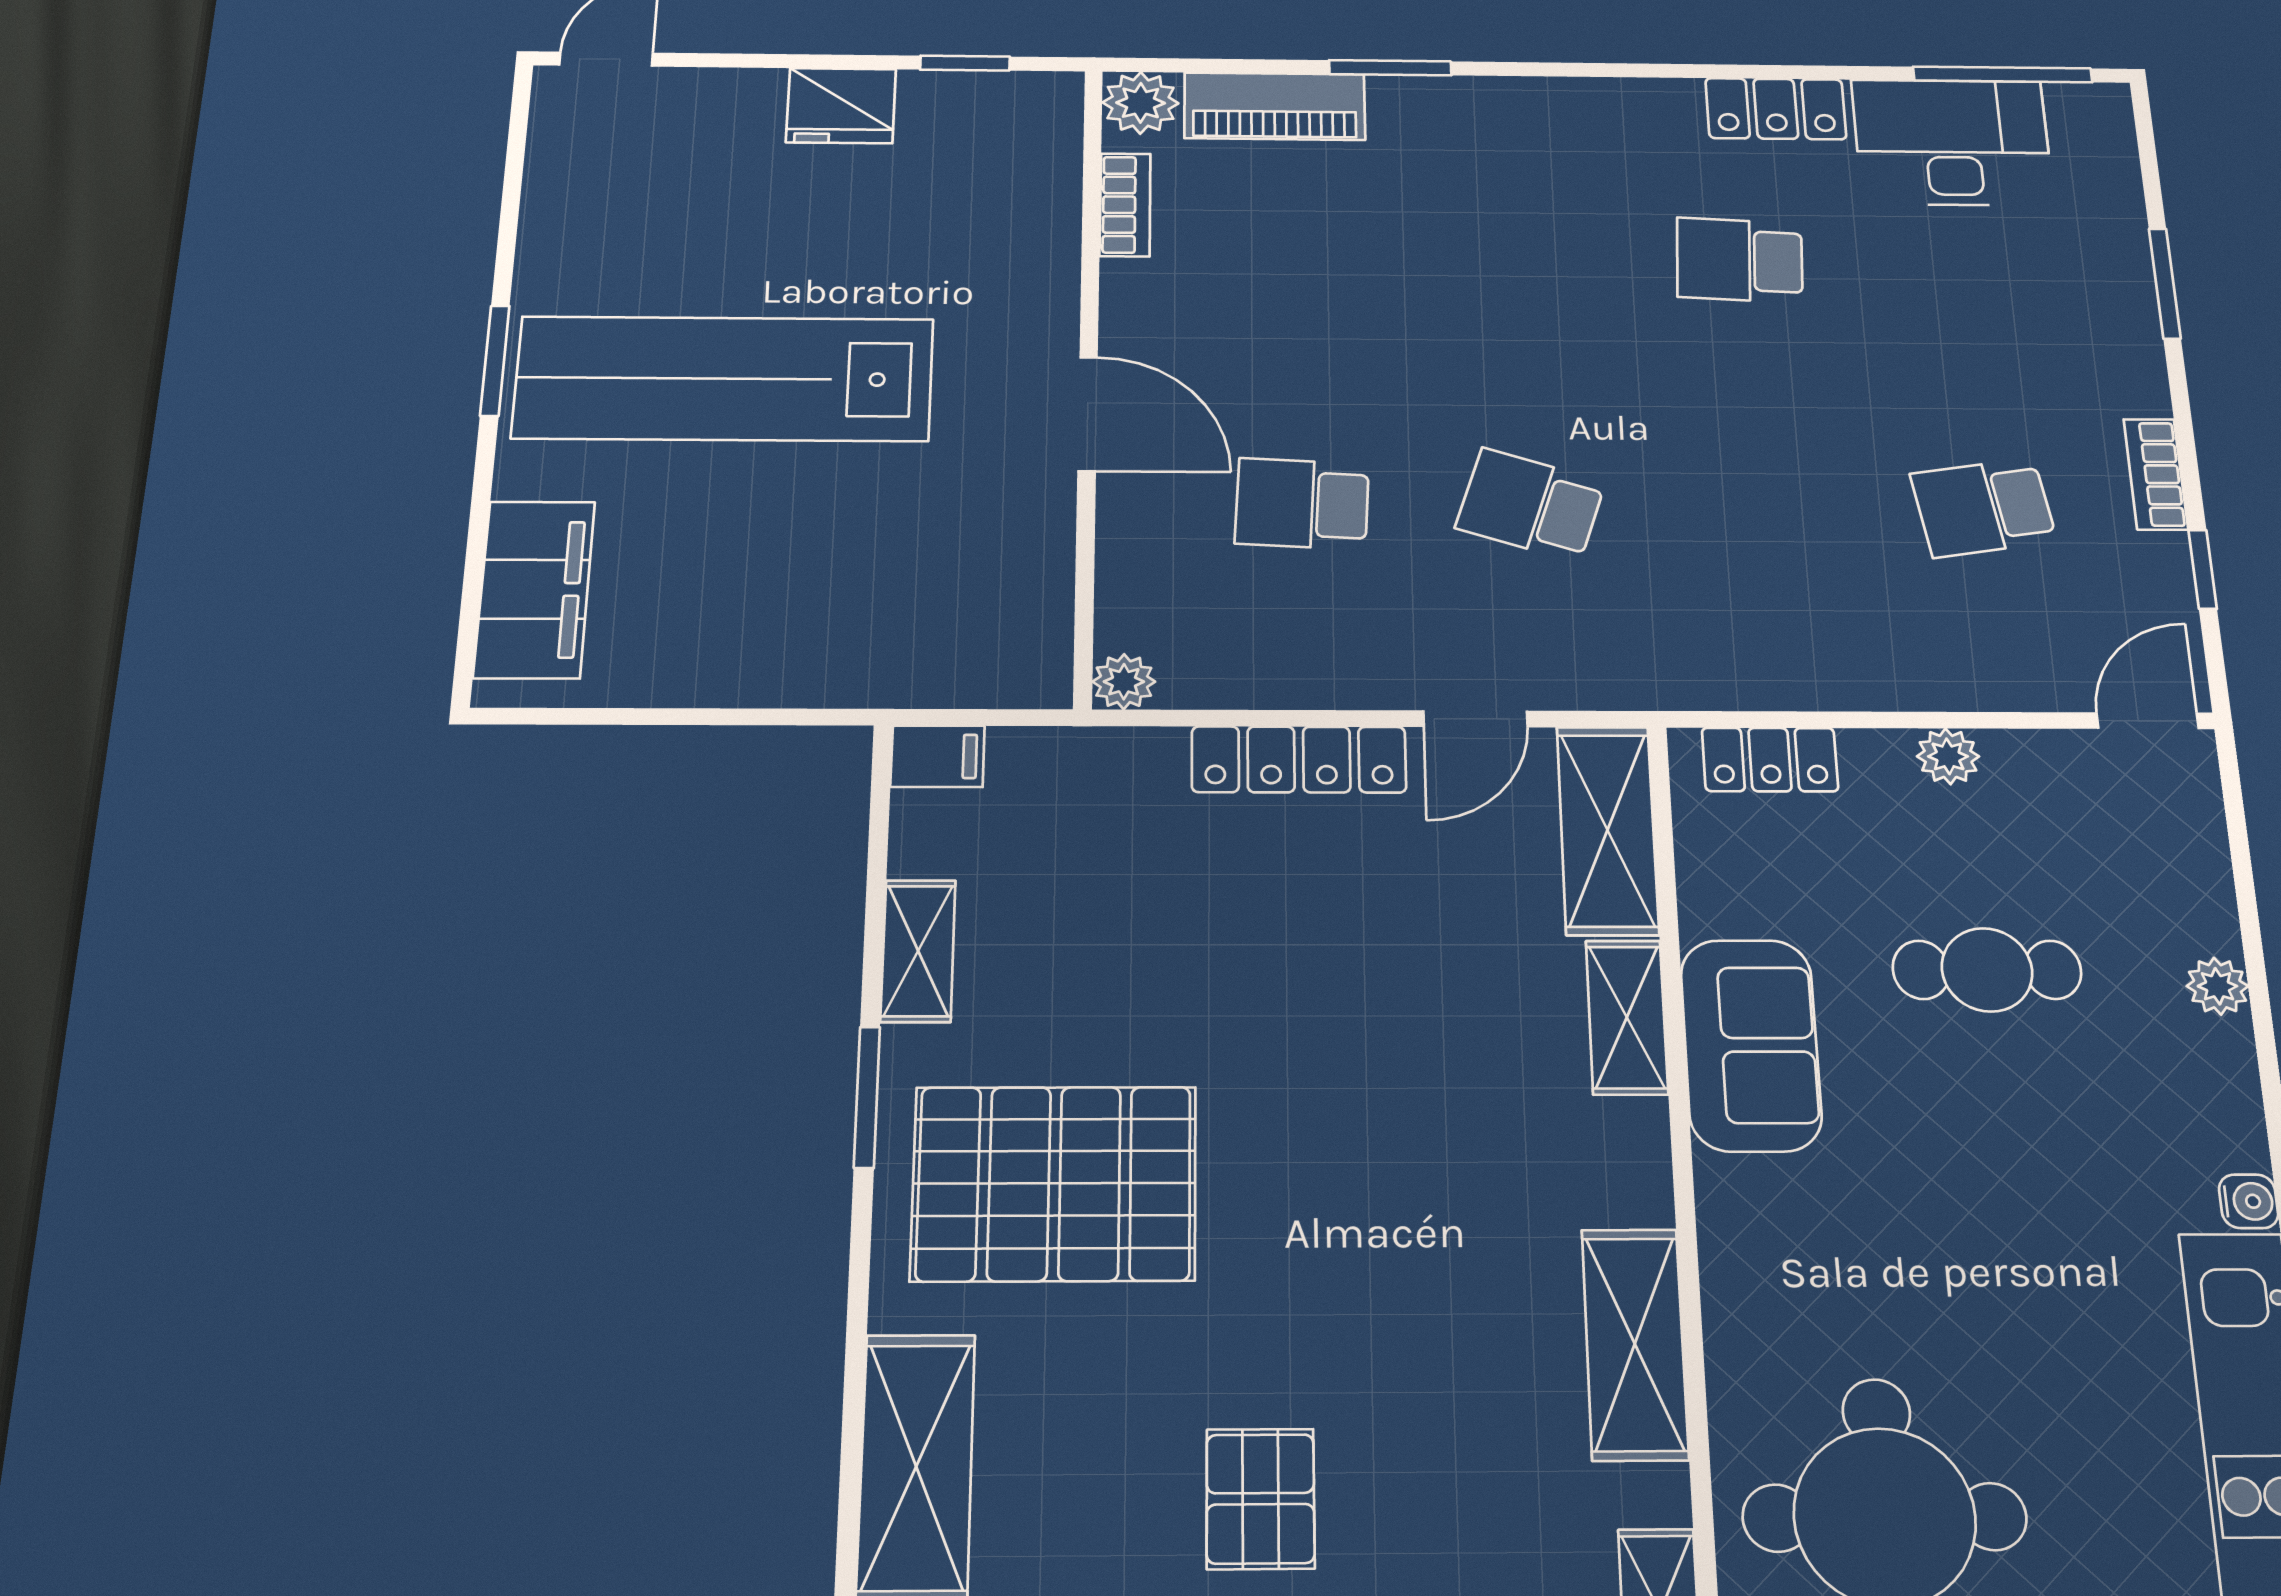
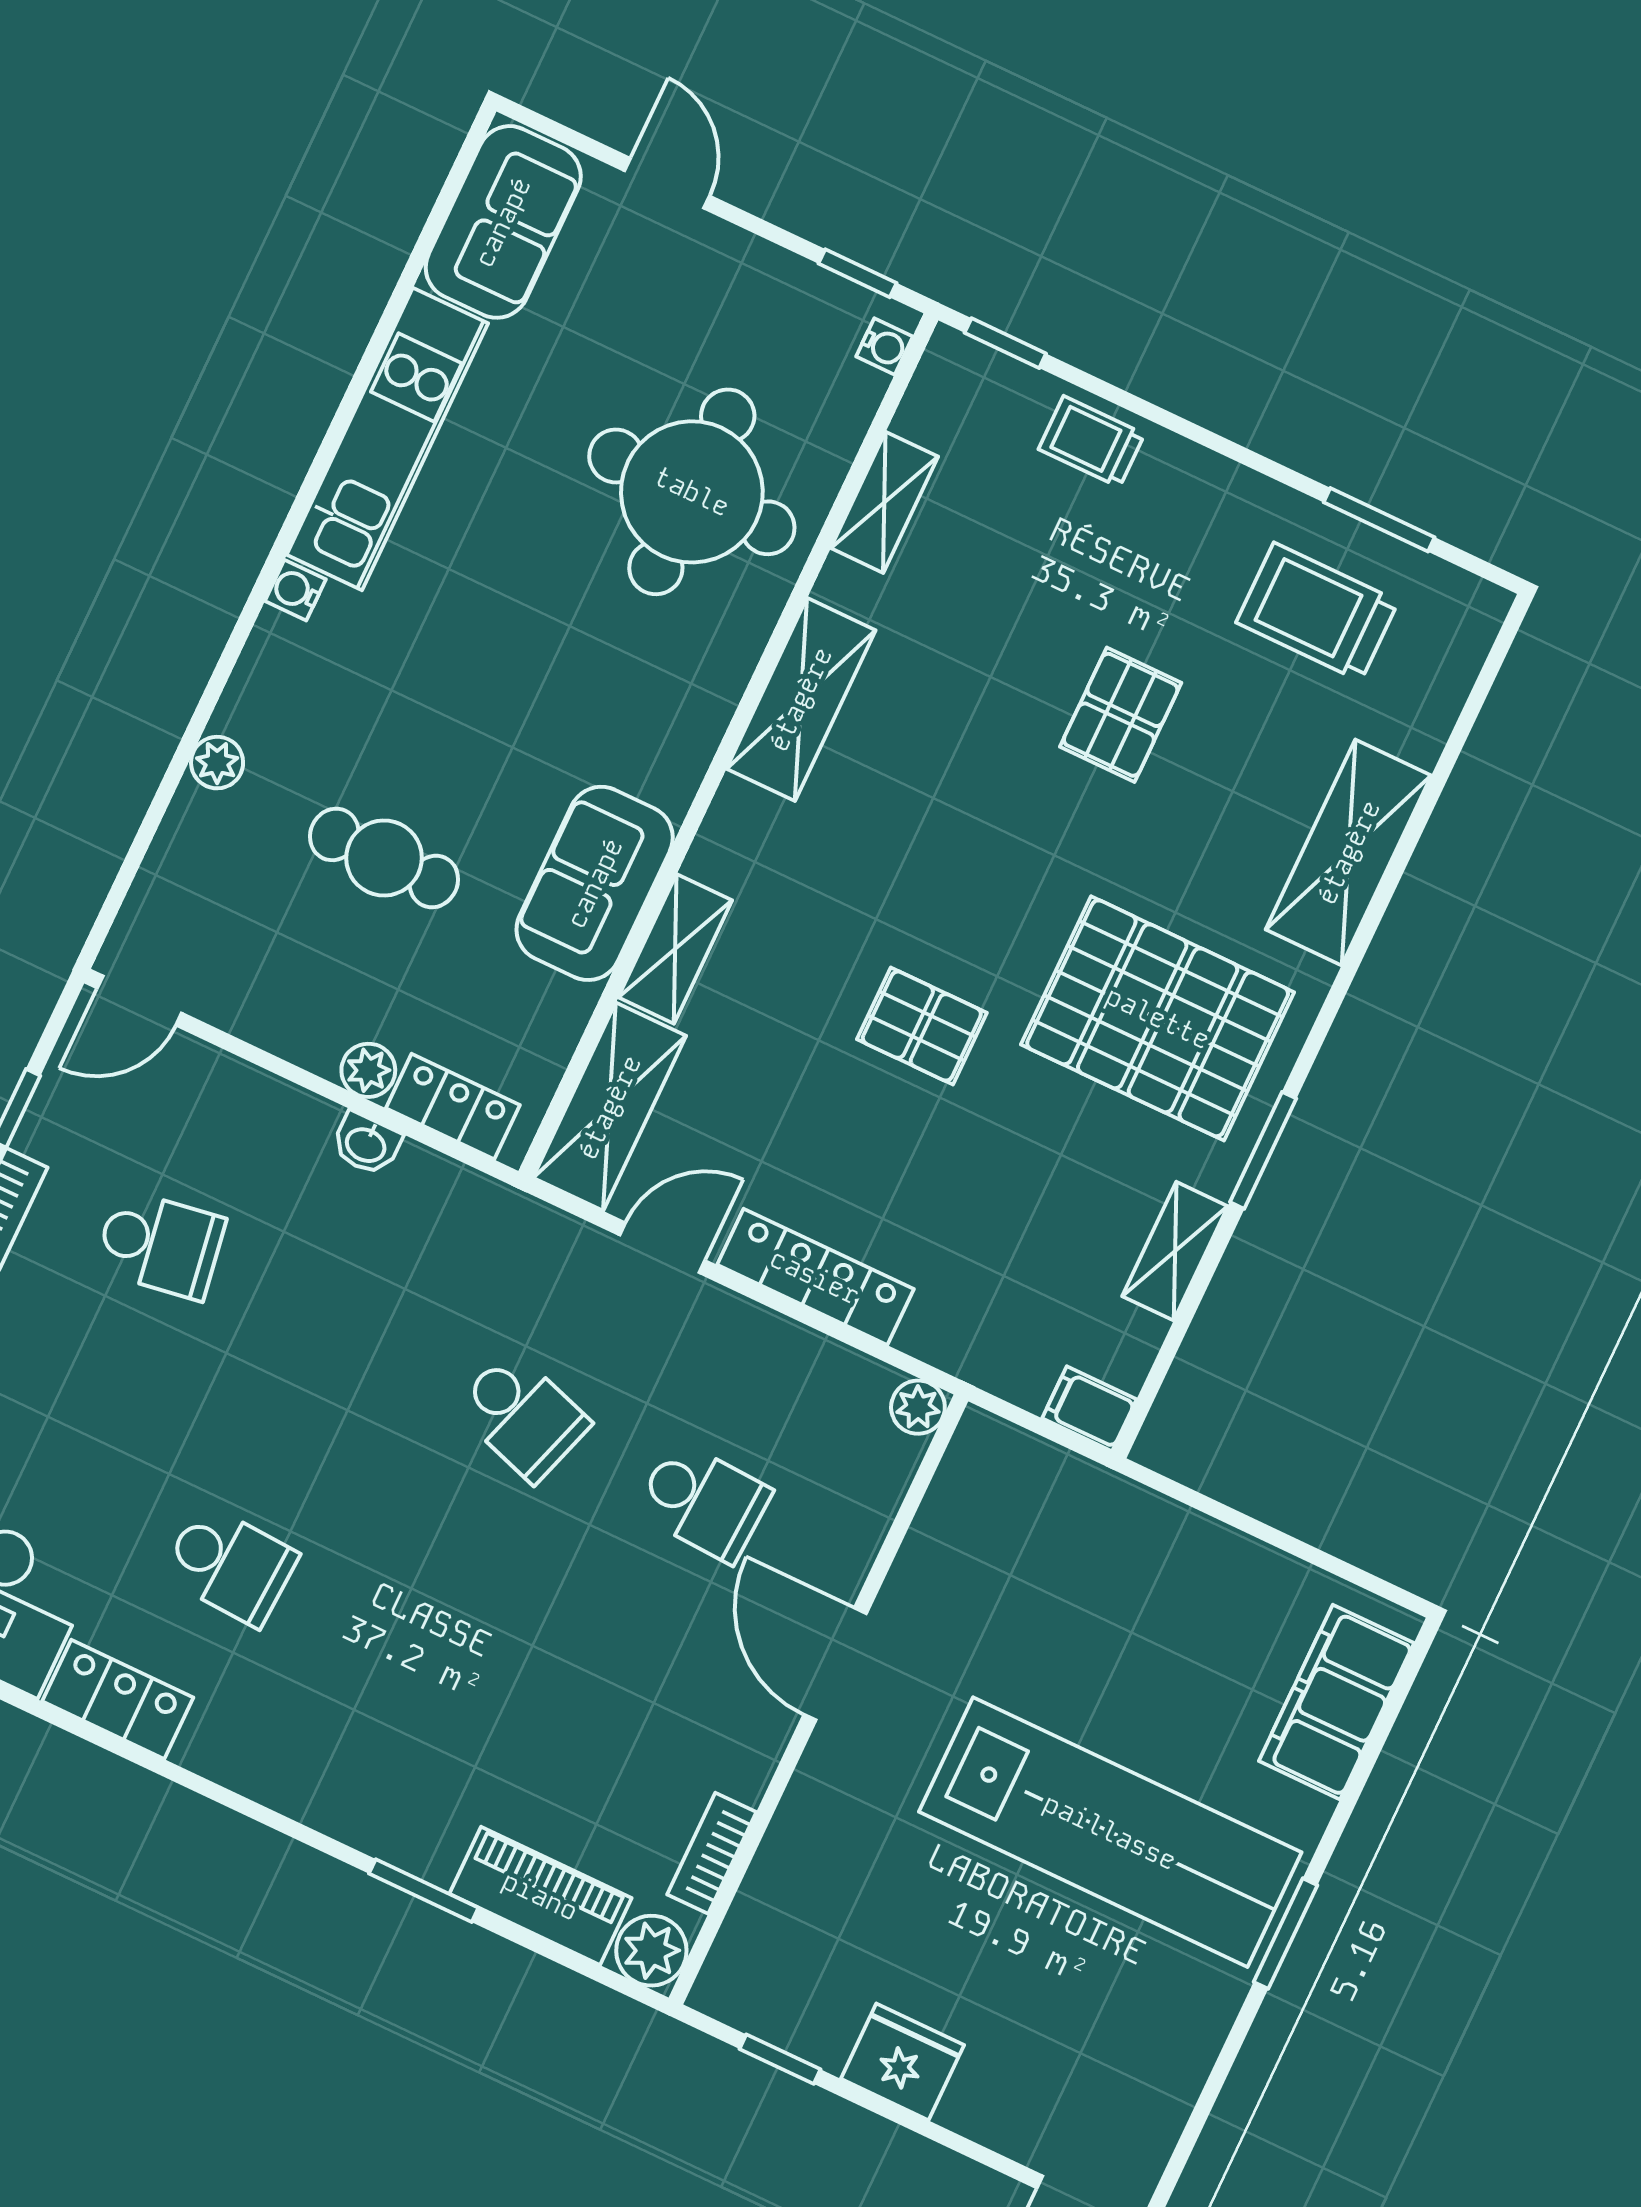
washbasin: (1837, 686) -> (366, 1144), added
plant: (1948, 756) -> (368, 1070), moved
pallet: (1316, 1058) -> (922, 1026), added

